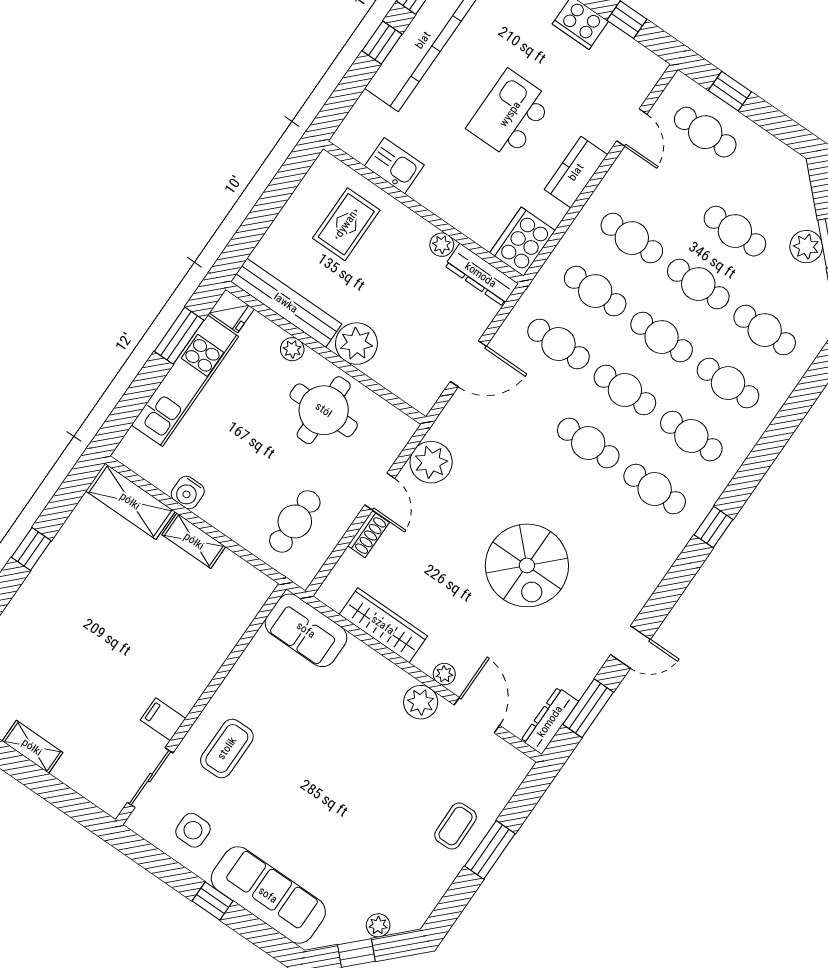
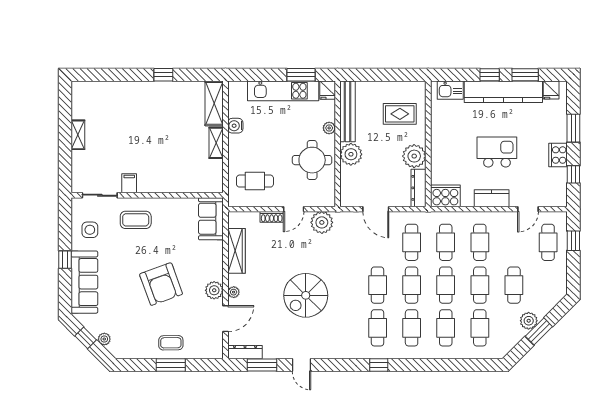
kitchen sink: (394, 166) -> (450, 90), moved, turned 90
plant: (442, 245) -> (414, 156), width x1.88, depth x1.88
armchair: (354, 778) -> (161, 284), added

